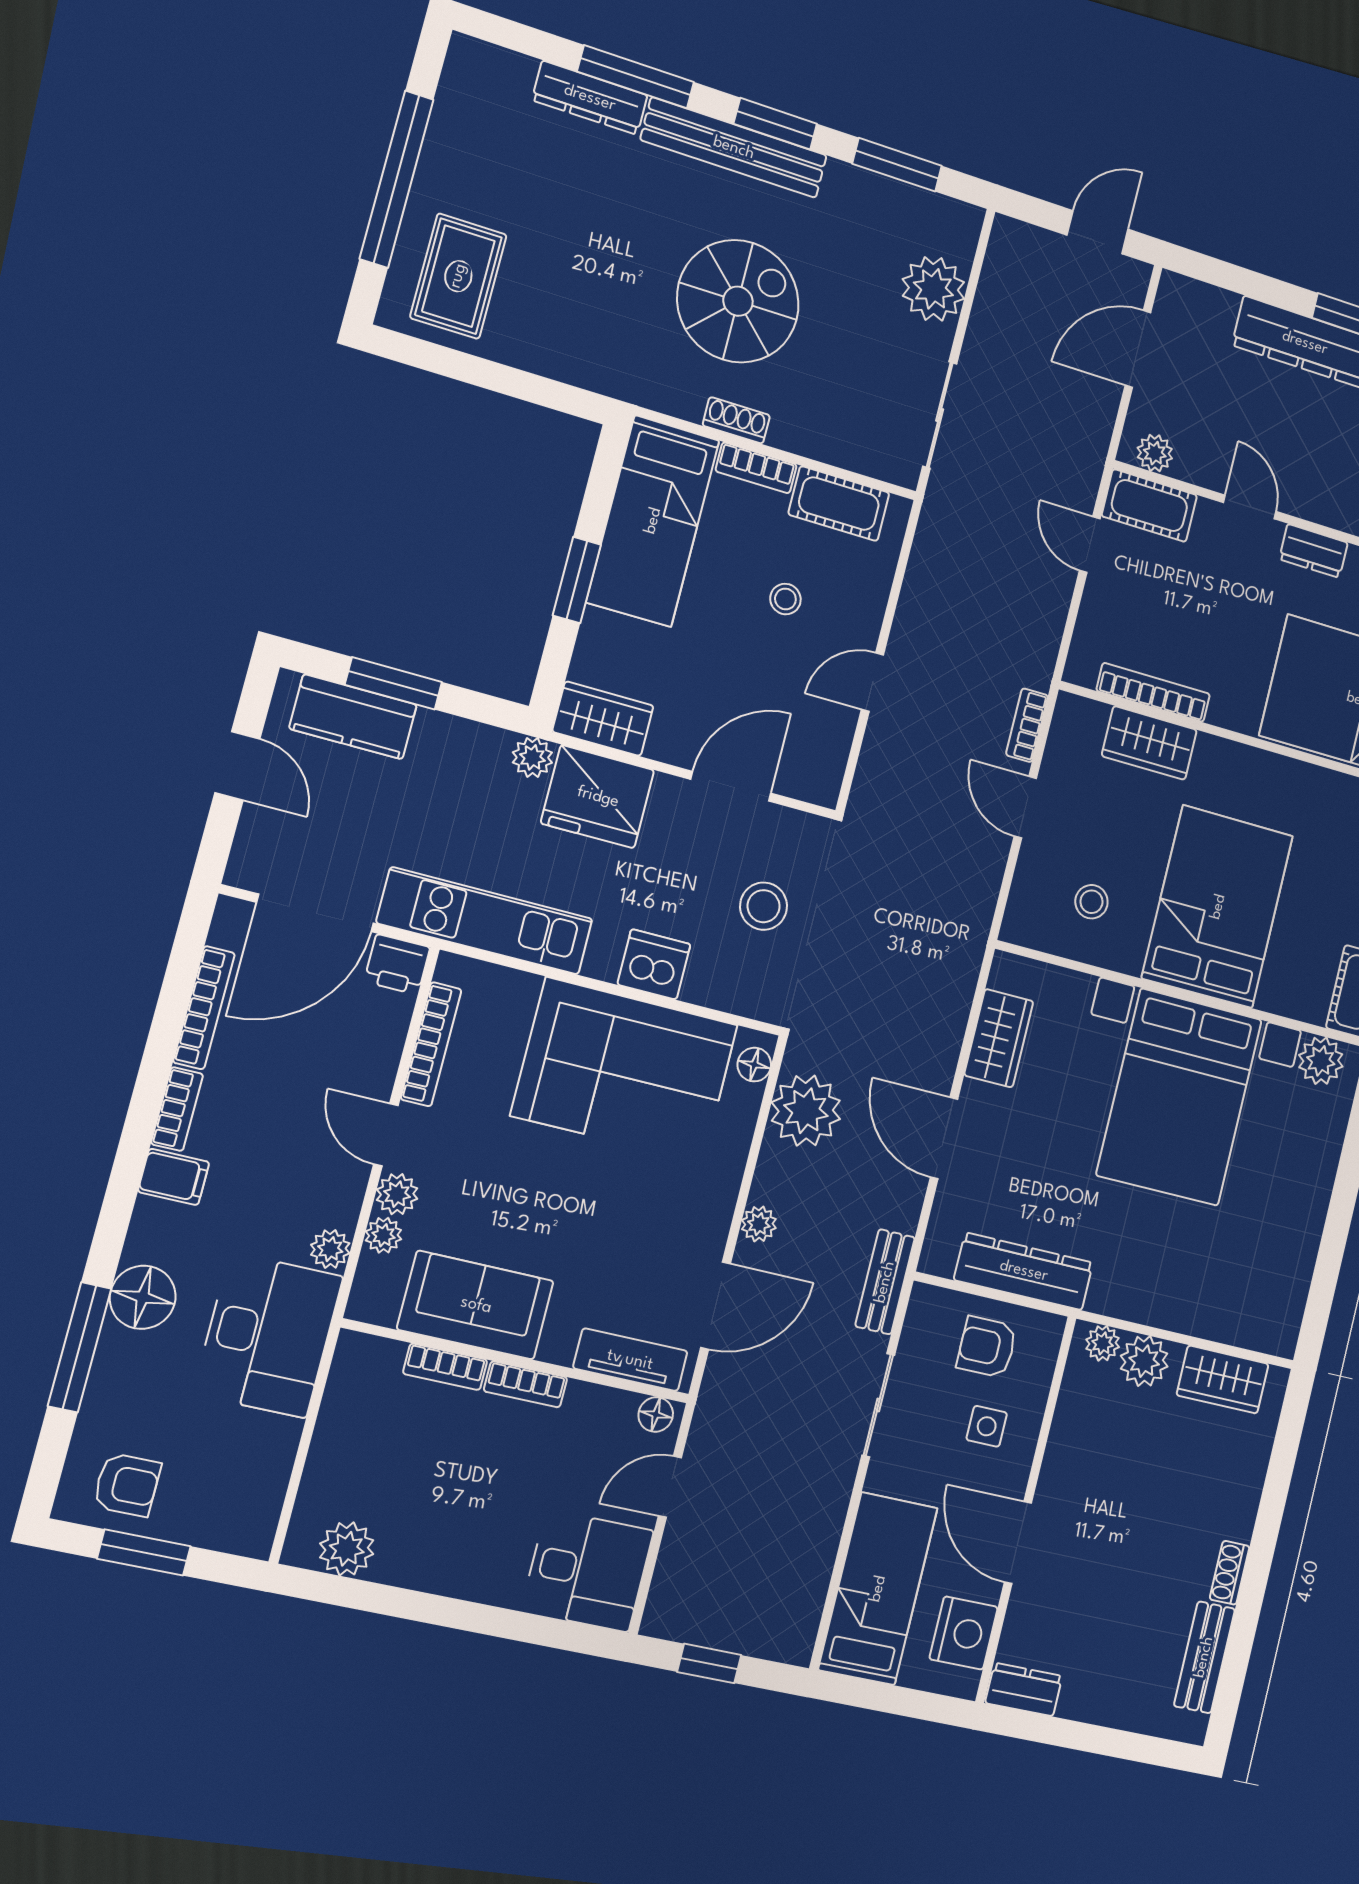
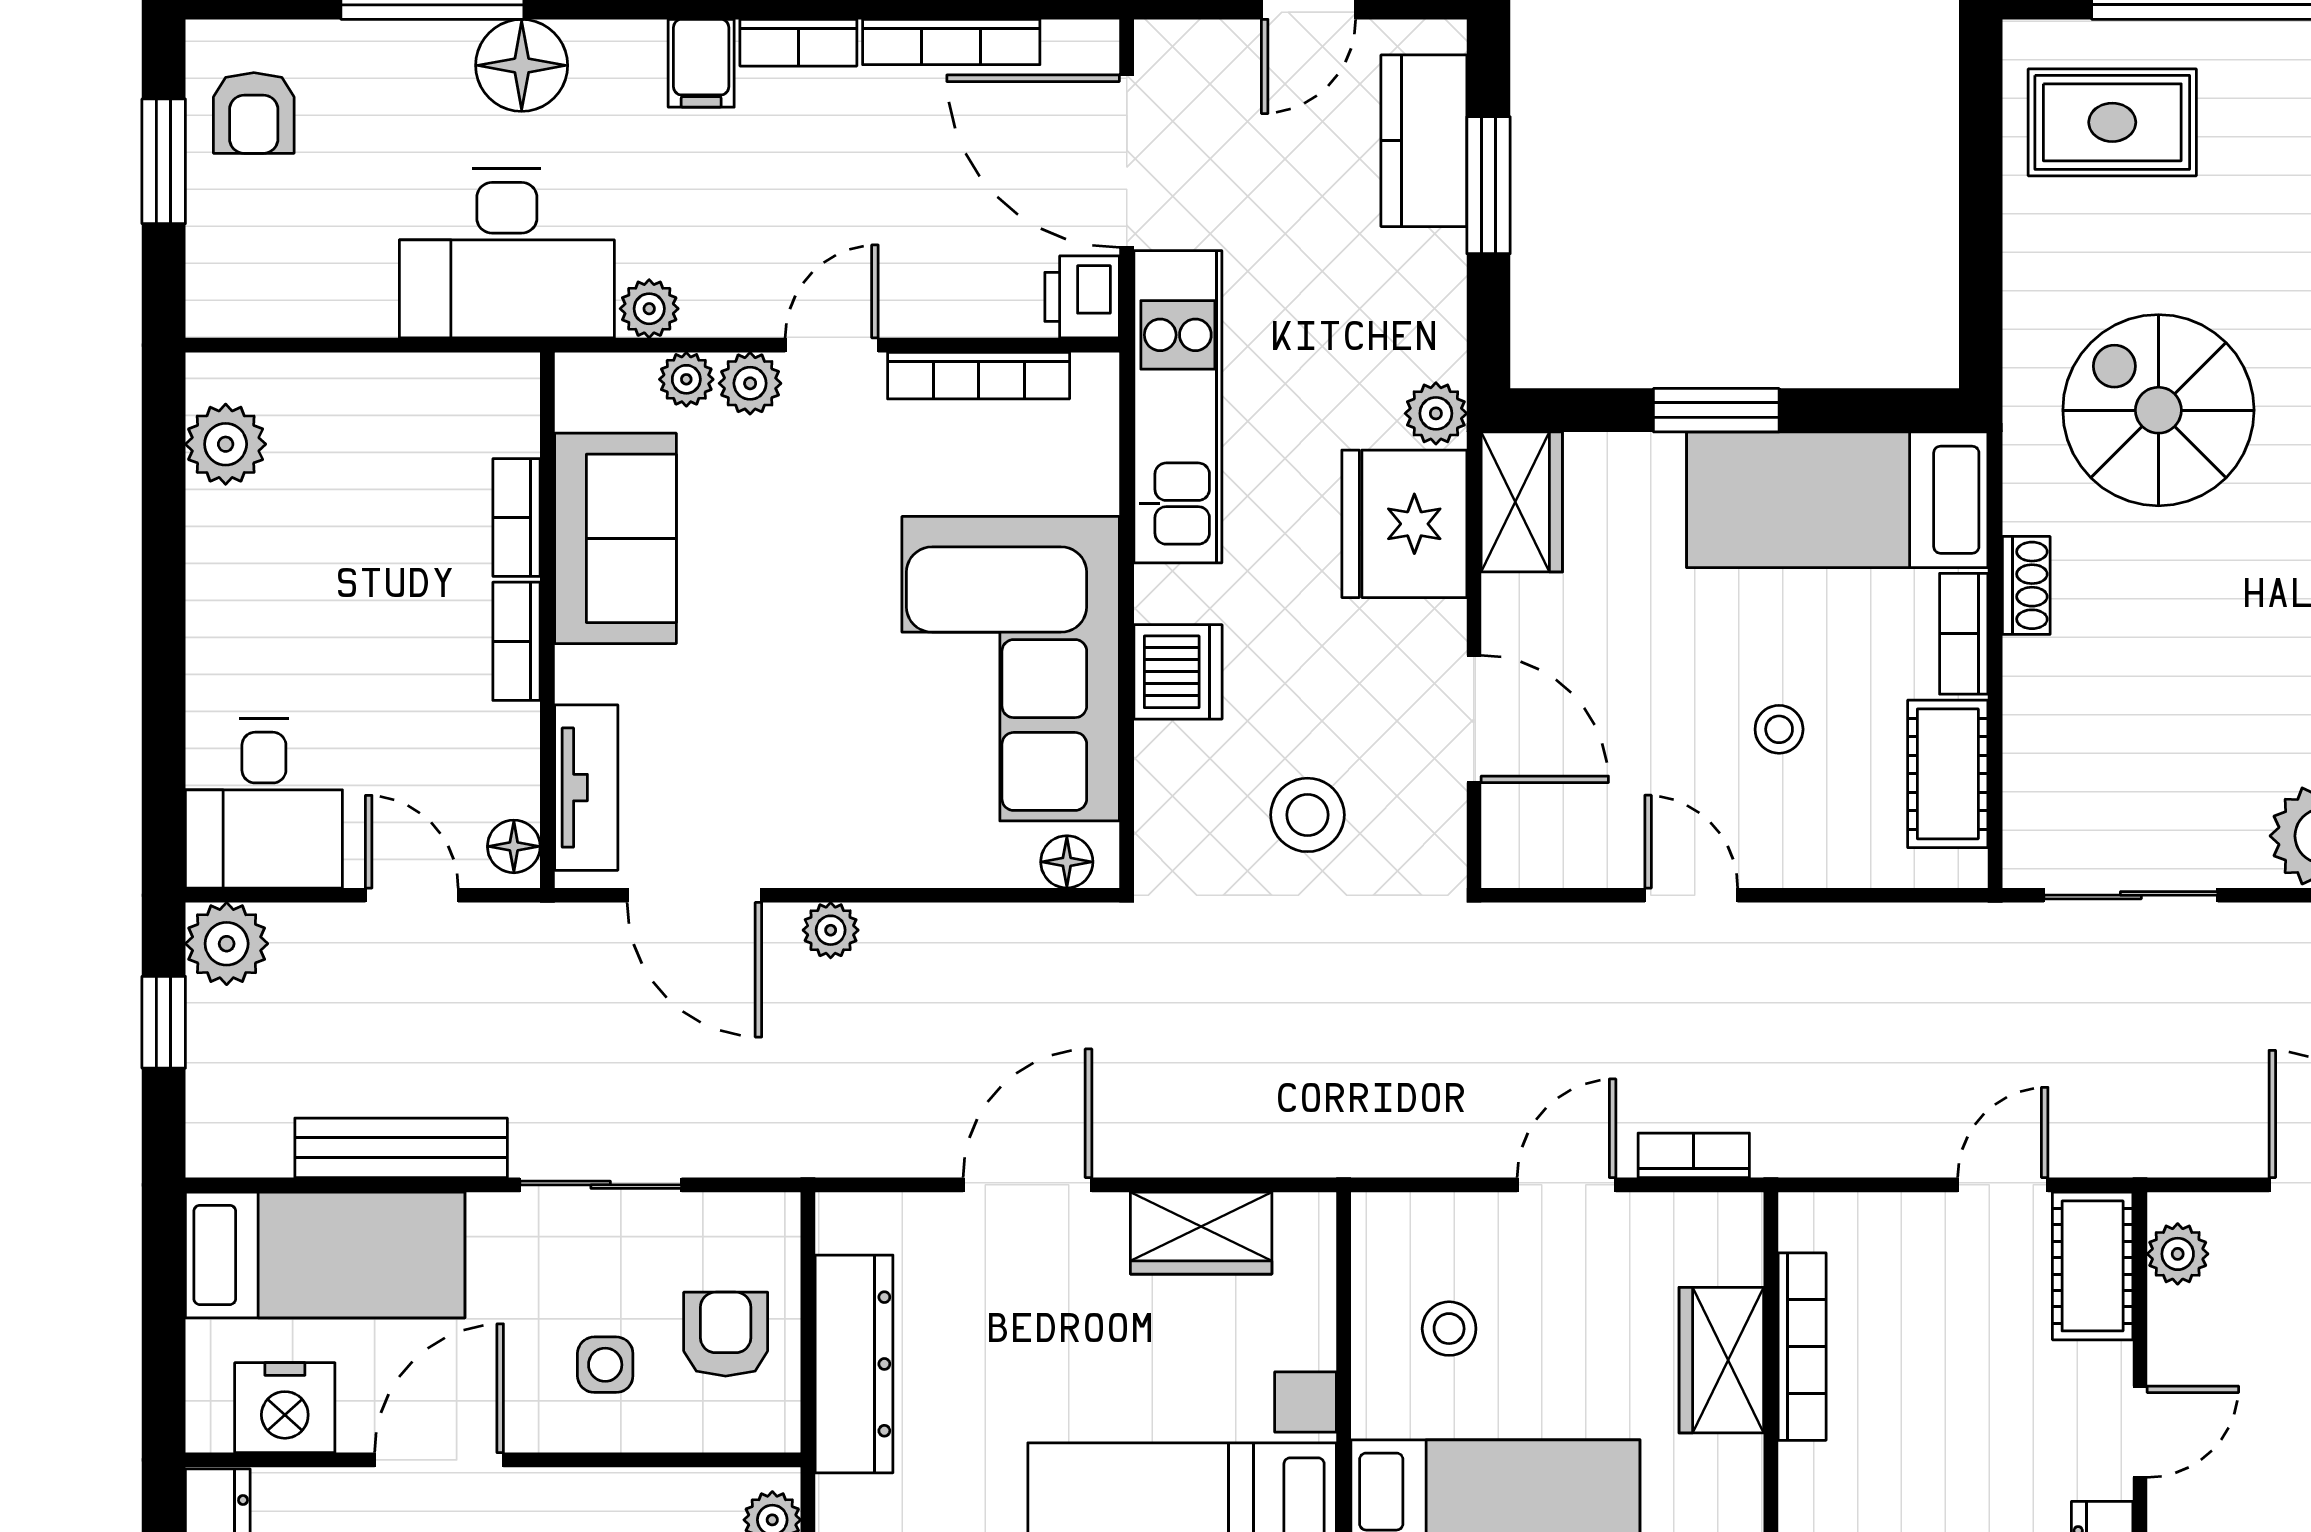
spiral stairs: (738, 301) -> (2158, 410), moved, turned 180
plant: (806, 1111) -> (227, 944), moved, width x0.73, depth x0.73
bench: (885, 1282) -> (401, 1148), moved, width x1.36

